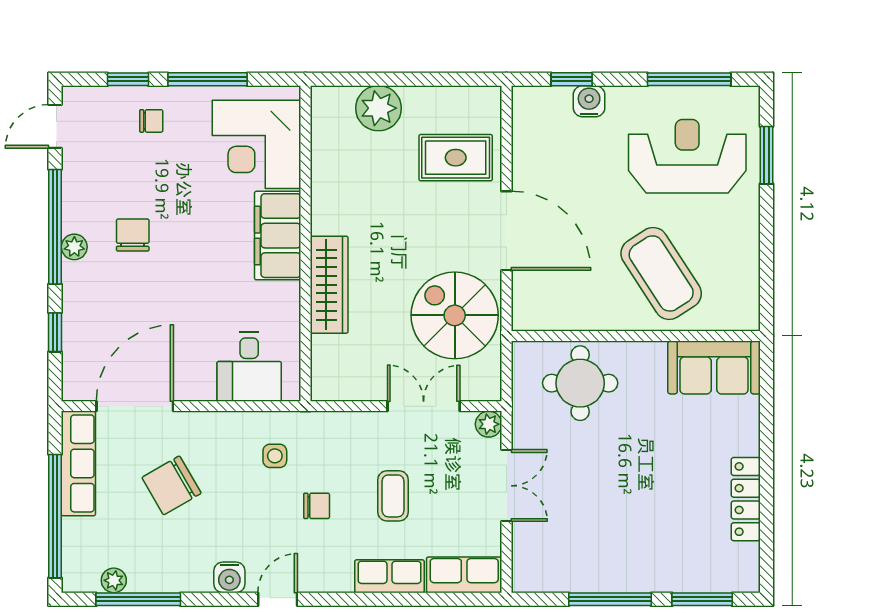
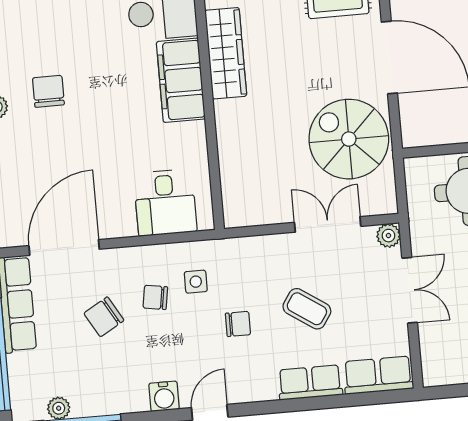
wardrobe: (329, 285) -> (226, 53), moved
chair: (229, 469) -> (155, 297), added
chair: (172, 485) -> (104, 317), width x0.73, depth x0.73
coffee table: (393, 496) -> (307, 309), turned -56

